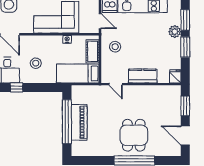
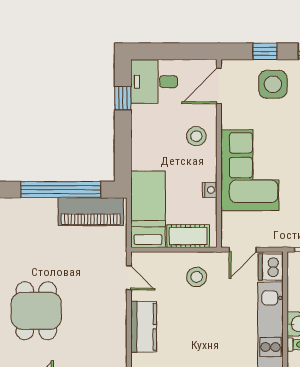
stool: (36, 63) -> (196, 136), moved
door: (116, 84) -> (129, 278), swing flipped
piano: (79, 122) -> (91, 212), moved
dining table: (134, 135) -> (36, 311), turned 90

